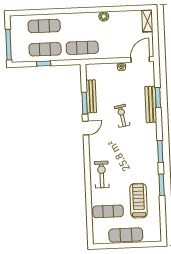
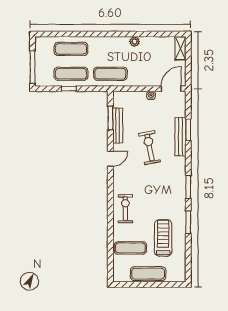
window: (85, 103) -> (110, 118), moved
exercise bike: (122, 116) -> (150, 148), width x1.38, depth x1.39

